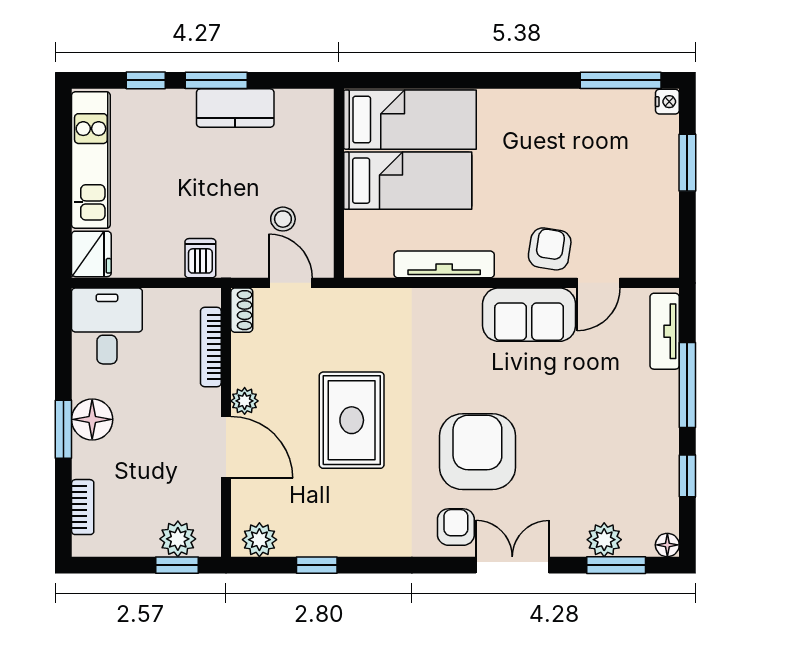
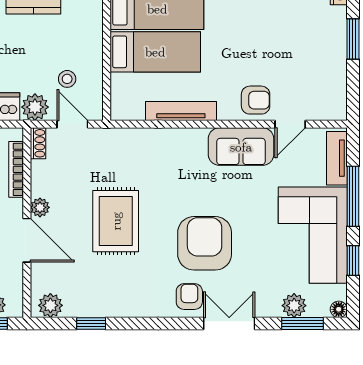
armchair: (550, 249) -> (256, 100), turned 81
plant: (238, 259) -> (35, 107), added
corner sofa: (631, 440) -> (313, 235), added

